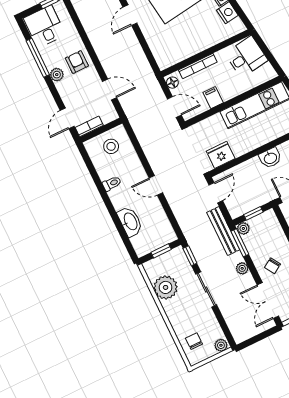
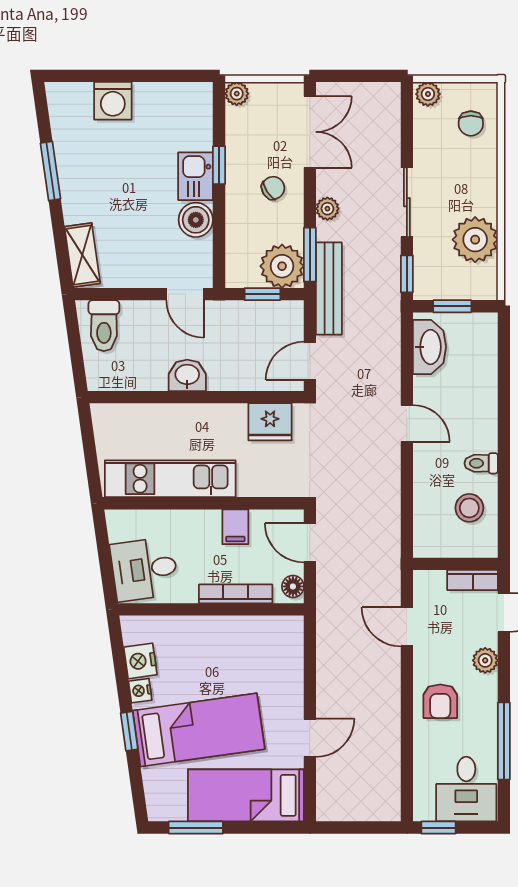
plant: (57, 75) -> (485, 660), moved
stool: (111, 146) -> (469, 508), moved
washbasin: (130, 222) -> (430, 347), moved, turned 180
plant: (243, 228) -> (282, 266), width x1.88, depth x1.88

